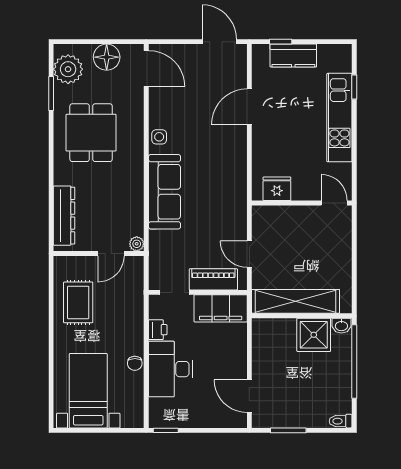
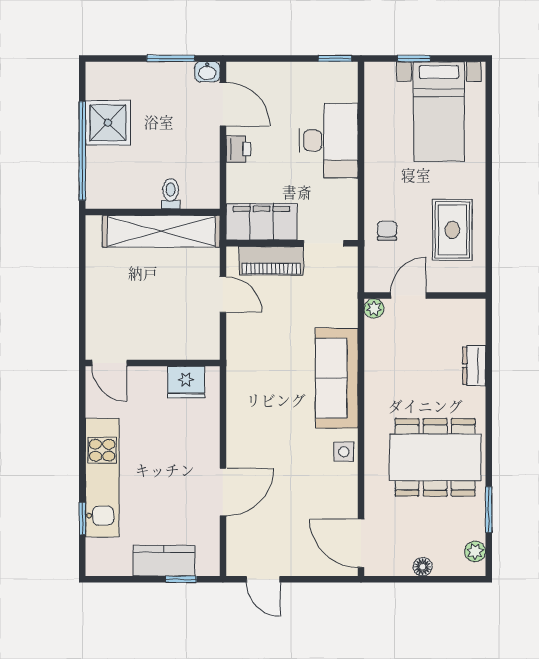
door: (219, 42) -> (263, 579), width x0.73
floor lamp: (107, 57) -> (423, 567), width x0.53, depth x0.53
plant: (68, 69) -> (475, 551), width x0.53, depth x0.53
dining table: (91, 133) -> (435, 457), width x1.38
dresser: (64, 216) -> (474, 366), width x0.51, depth x0.80
washbasin: (341, 326) -> (207, 72), moved, turned 180
printer: (158, 330) -> (238, 149), moved, turned 180
shower: (314, 335) -> (108, 123), moved
chair: (135, 363) -> (387, 231), moved
toilet: (341, 421) -> (171, 194), moved, turned -90
window: (107, 430) -> (414, 58), added

